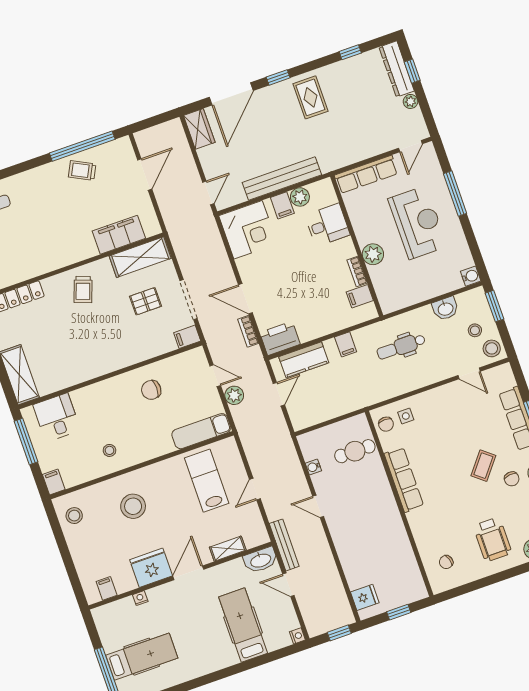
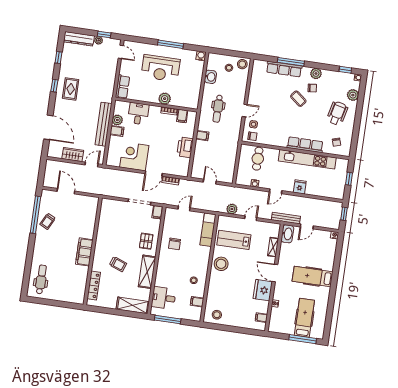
window: (412, 71) -> (104, 35), moved
window: (278, 77) -> (54, 86), moved
rug: (310, 97) -> (71, 89), turned 90
wardrobe: (199, 129) -> (73, 155), moved
row of seats: (366, 174) -> (122, 87), width x0.68
door: (208, 193) -> (92, 164), hinge flipped
window: (455, 193) -> (171, 44), moved
reception desk: (418, 223) -> (161, 68), turned 180
corner desk: (248, 230) -> (134, 156), moved, turned -90
filing cabinet: (119, 235) -> (84, 252), moved
shelving: (140, 257) -> (147, 272), moved
trolley: (83, 290) -> (118, 264), moved
pallet: (146, 301) -> (146, 241), moved
window: (494, 306) -> (222, 52), removed
printer: (280, 338) -> (185, 147), moved
kitchen counter: (304, 360) -> (199, 160), removed
door: (469, 373) -> (245, 110), moved
plant: (234, 395) -> (232, 209), moved
row of seats: (404, 480) -> (305, 145), moved
filing cabinet: (54, 482) -> (197, 302), moved
door: (255, 489) -> (251, 218), swing flipped
stool: (133, 506) -> (221, 264), moved
kitchen unit: (395, 530) -> (307, 159), added
wheelchair: (492, 539) -> (337, 113), turned -77
fridge: (365, 597) -> (300, 187), moved
hospital bed: (243, 625) -> (313, 276), moved

